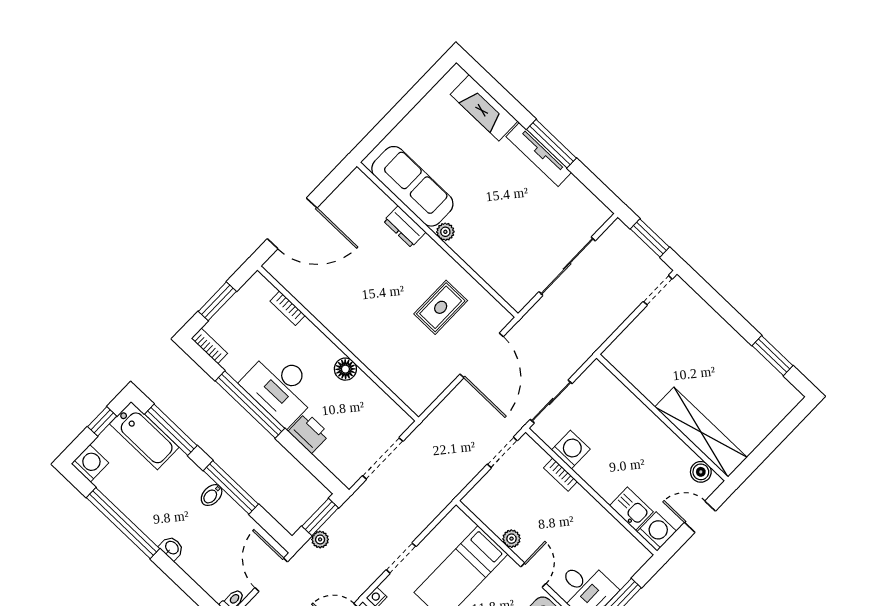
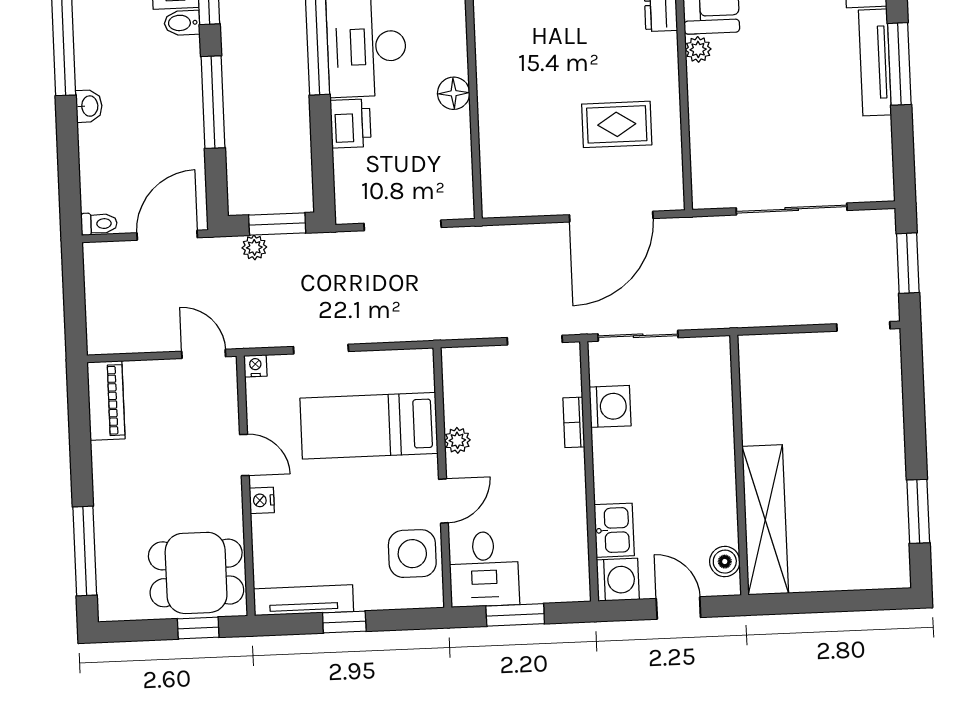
bidet: (212, 495) -> (182, 23), moved

